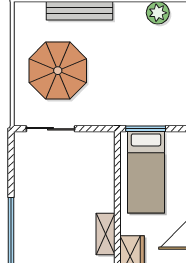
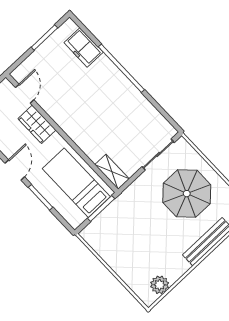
shelving: (106, 234) -> (112, 172), moved

